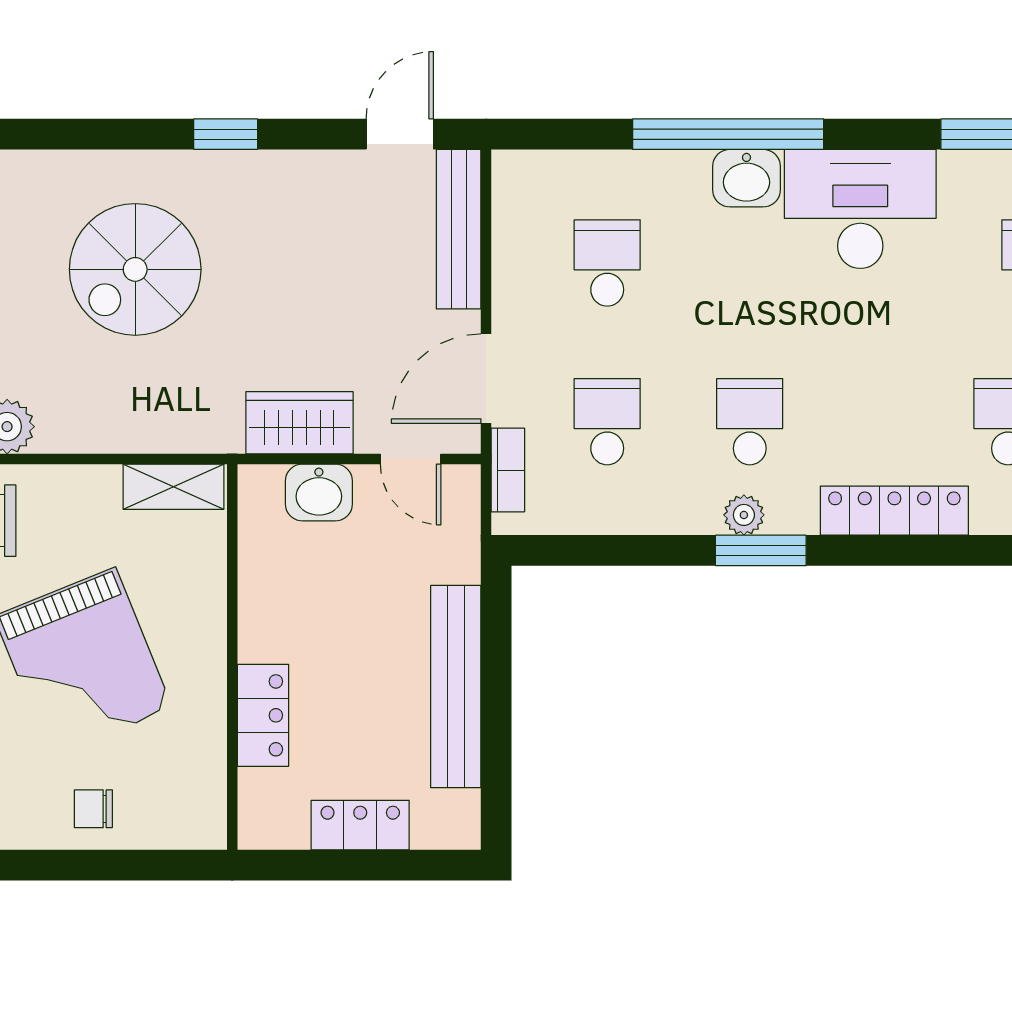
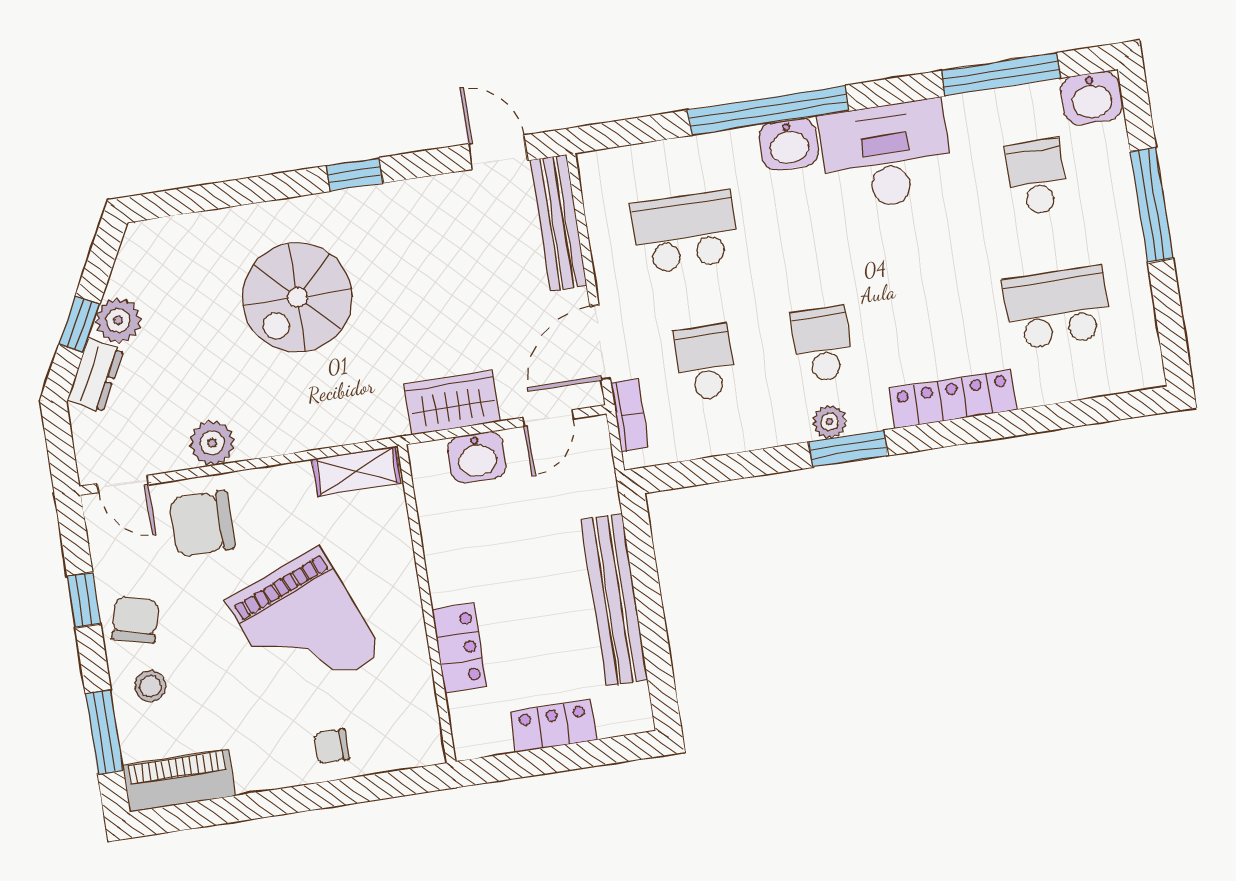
door: (400, 134) -> (498, 152), hinge flipped
school desk: (607, 263) -> (685, 232), width x1.85
door: (411, 459) -> (548, 418), hinge flipped

